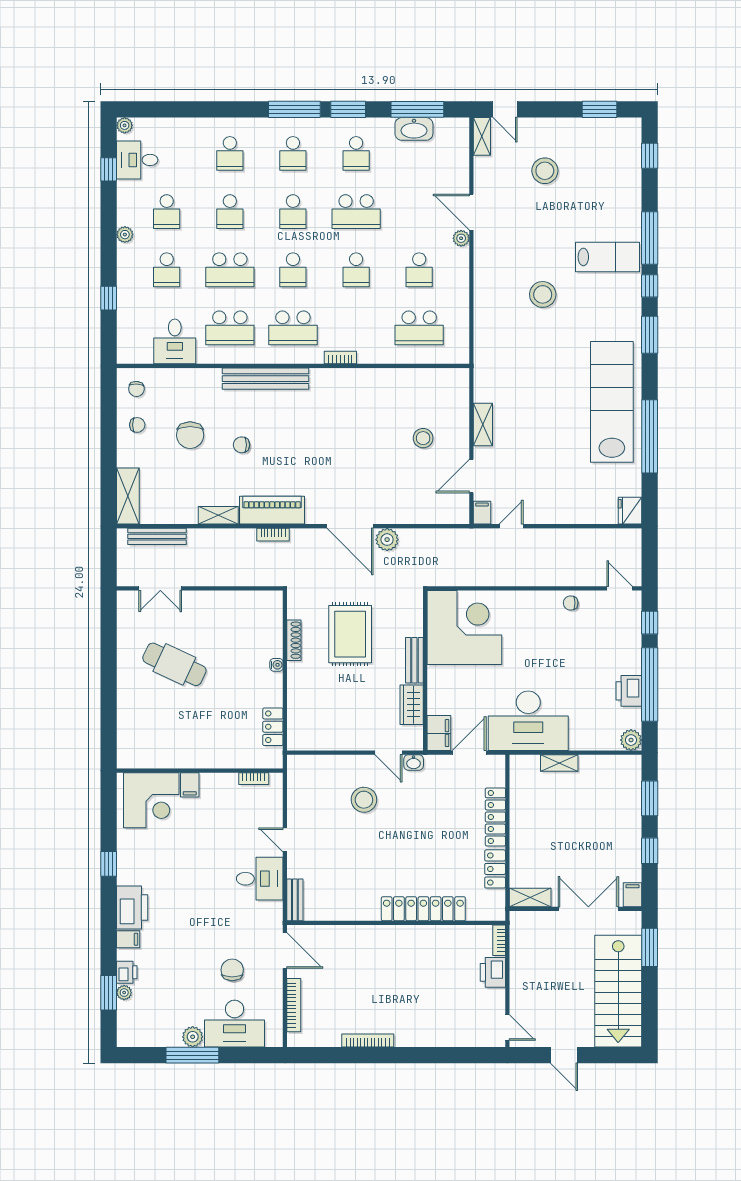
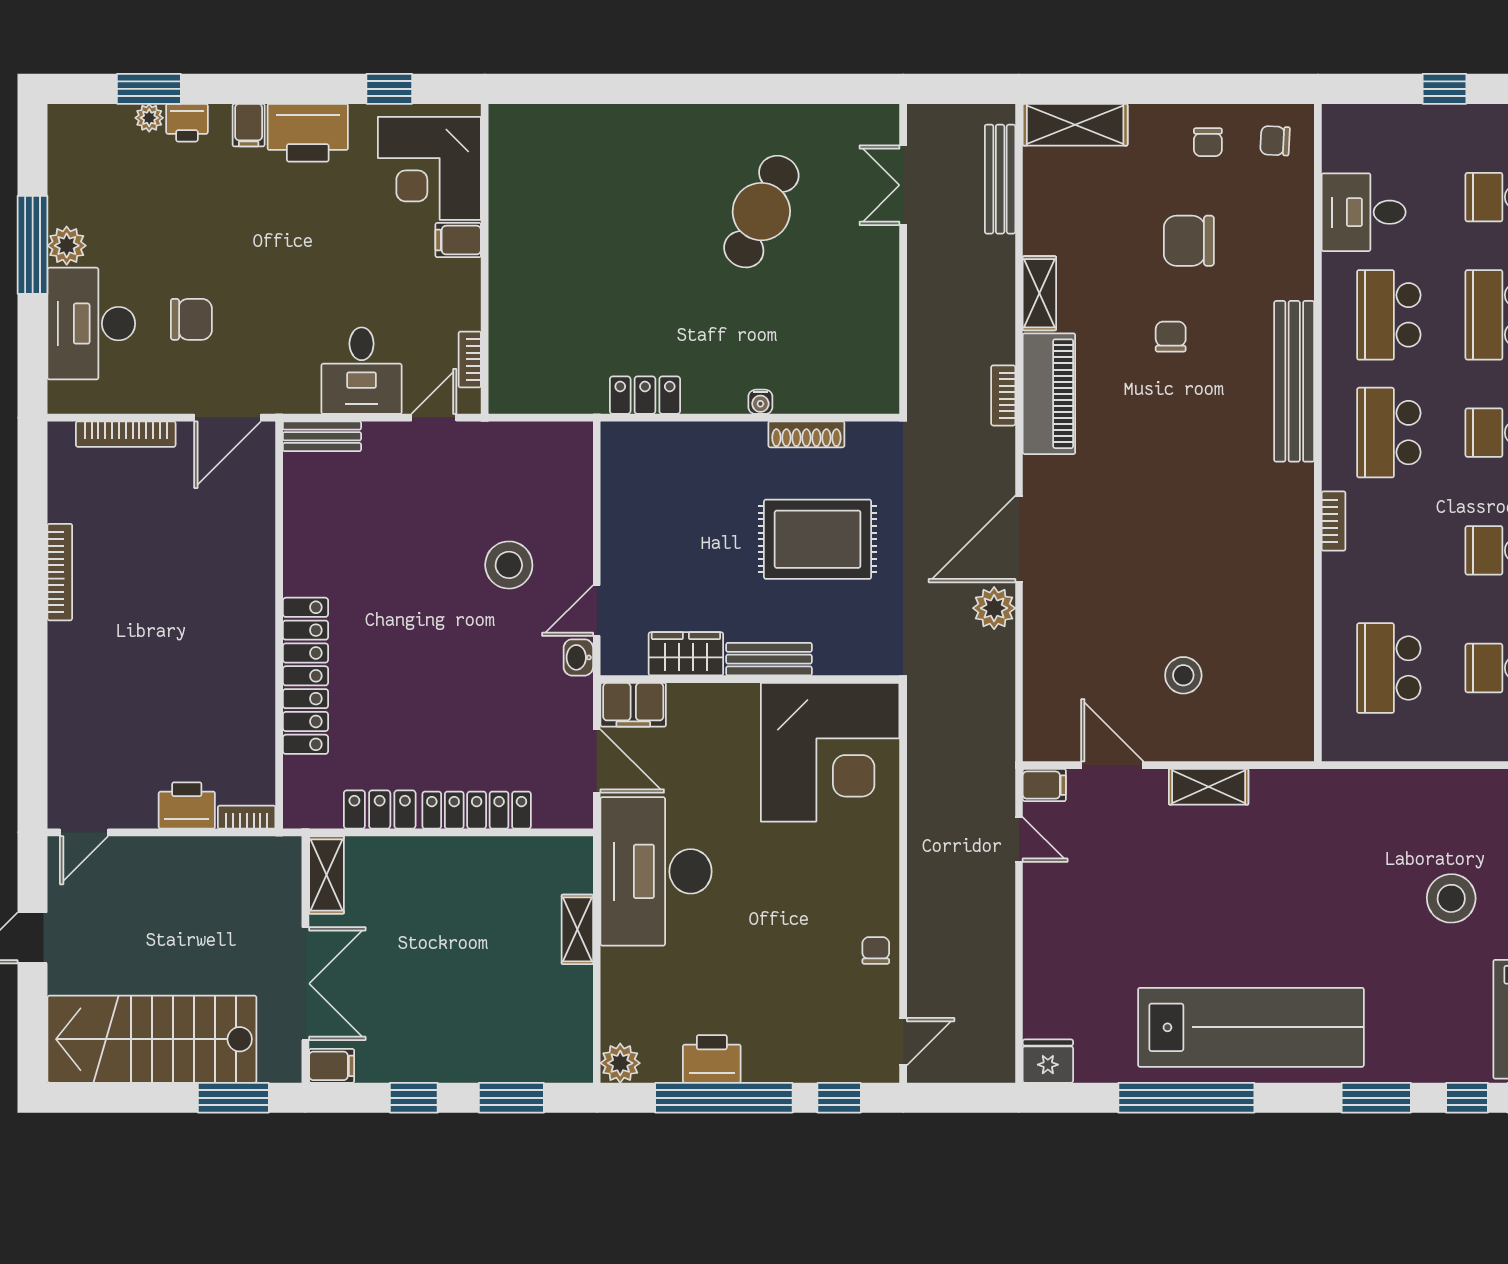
wall: (200, 771) -> (485, 259), moved
bookcase: (254, 779) -> (470, 359), moved
filing cabinet: (190, 785) -> (458, 240), moved
corner desk: (151, 800) -> (429, 168), moved

